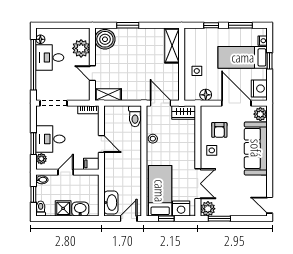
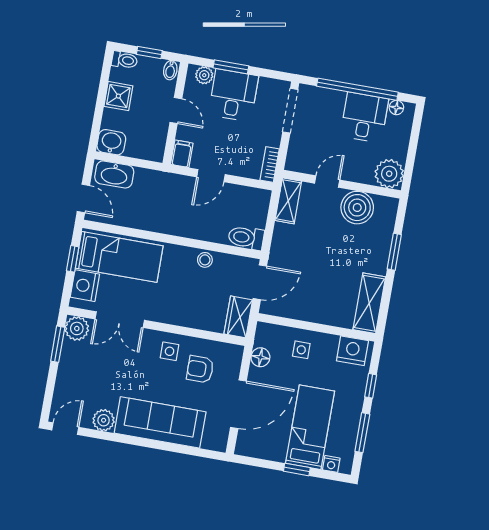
boiler: (105, 39) -> (357, 208), moved
shelving: (172, 46) -> (369, 303), moved, turned 90
plant: (81, 48) -> (389, 174), moved
nightstand: (259, 89) -> (352, 351), moved, turned 180
plant: (260, 114) -> (104, 420), moved
washbasin: (80, 209) -> (111, 142), moved, turned -90

